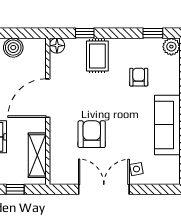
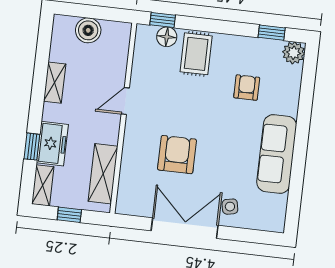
window: (85, 33) -> (163, 20), moved
floor lamp: (57, 46) -> (167, 37), moved
door: (48, 98) -> (125, 101), width x0.53

